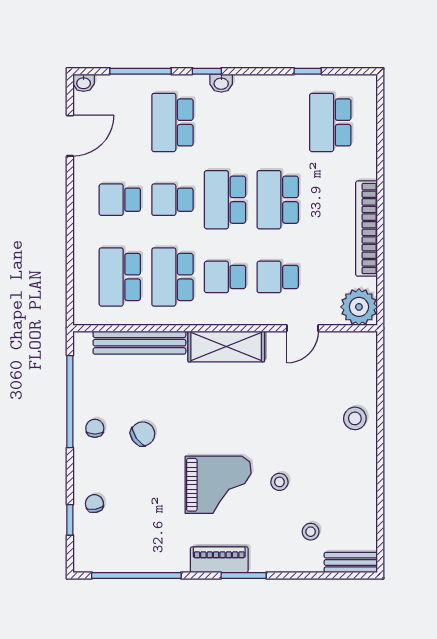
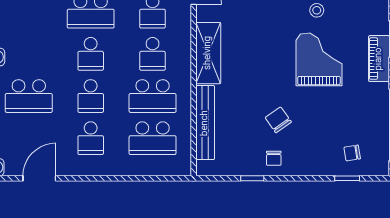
door: (70, 136) -> (39, 178), hinge flipped
school desk: (225, 200) -> (91, 54), width x0.54
window: (70, 402) -> (252, 178), width x0.32
chair: (95, 428) -> (274, 158), turned -90
chair: (94, 504) -> (352, 153), moved

